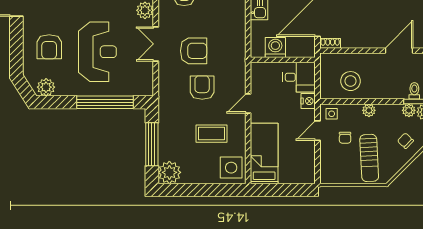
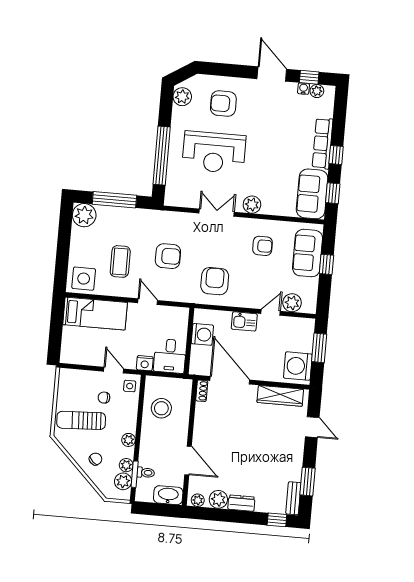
armchair: (194, 51) -> (215, 281), moved, turned 180
plant: (369, 110) -> (128, 440), moved

